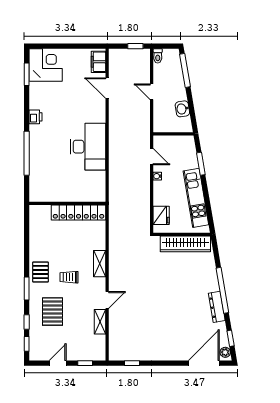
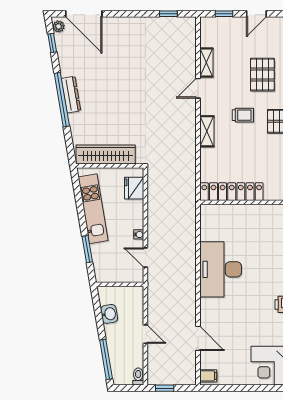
filing cabinet: (98, 62) -> (208, 376), width x0.50
dresser: (217, 307) -> (71, 95), moved
door: (204, 363) -> (84, 14), hinge flipped

